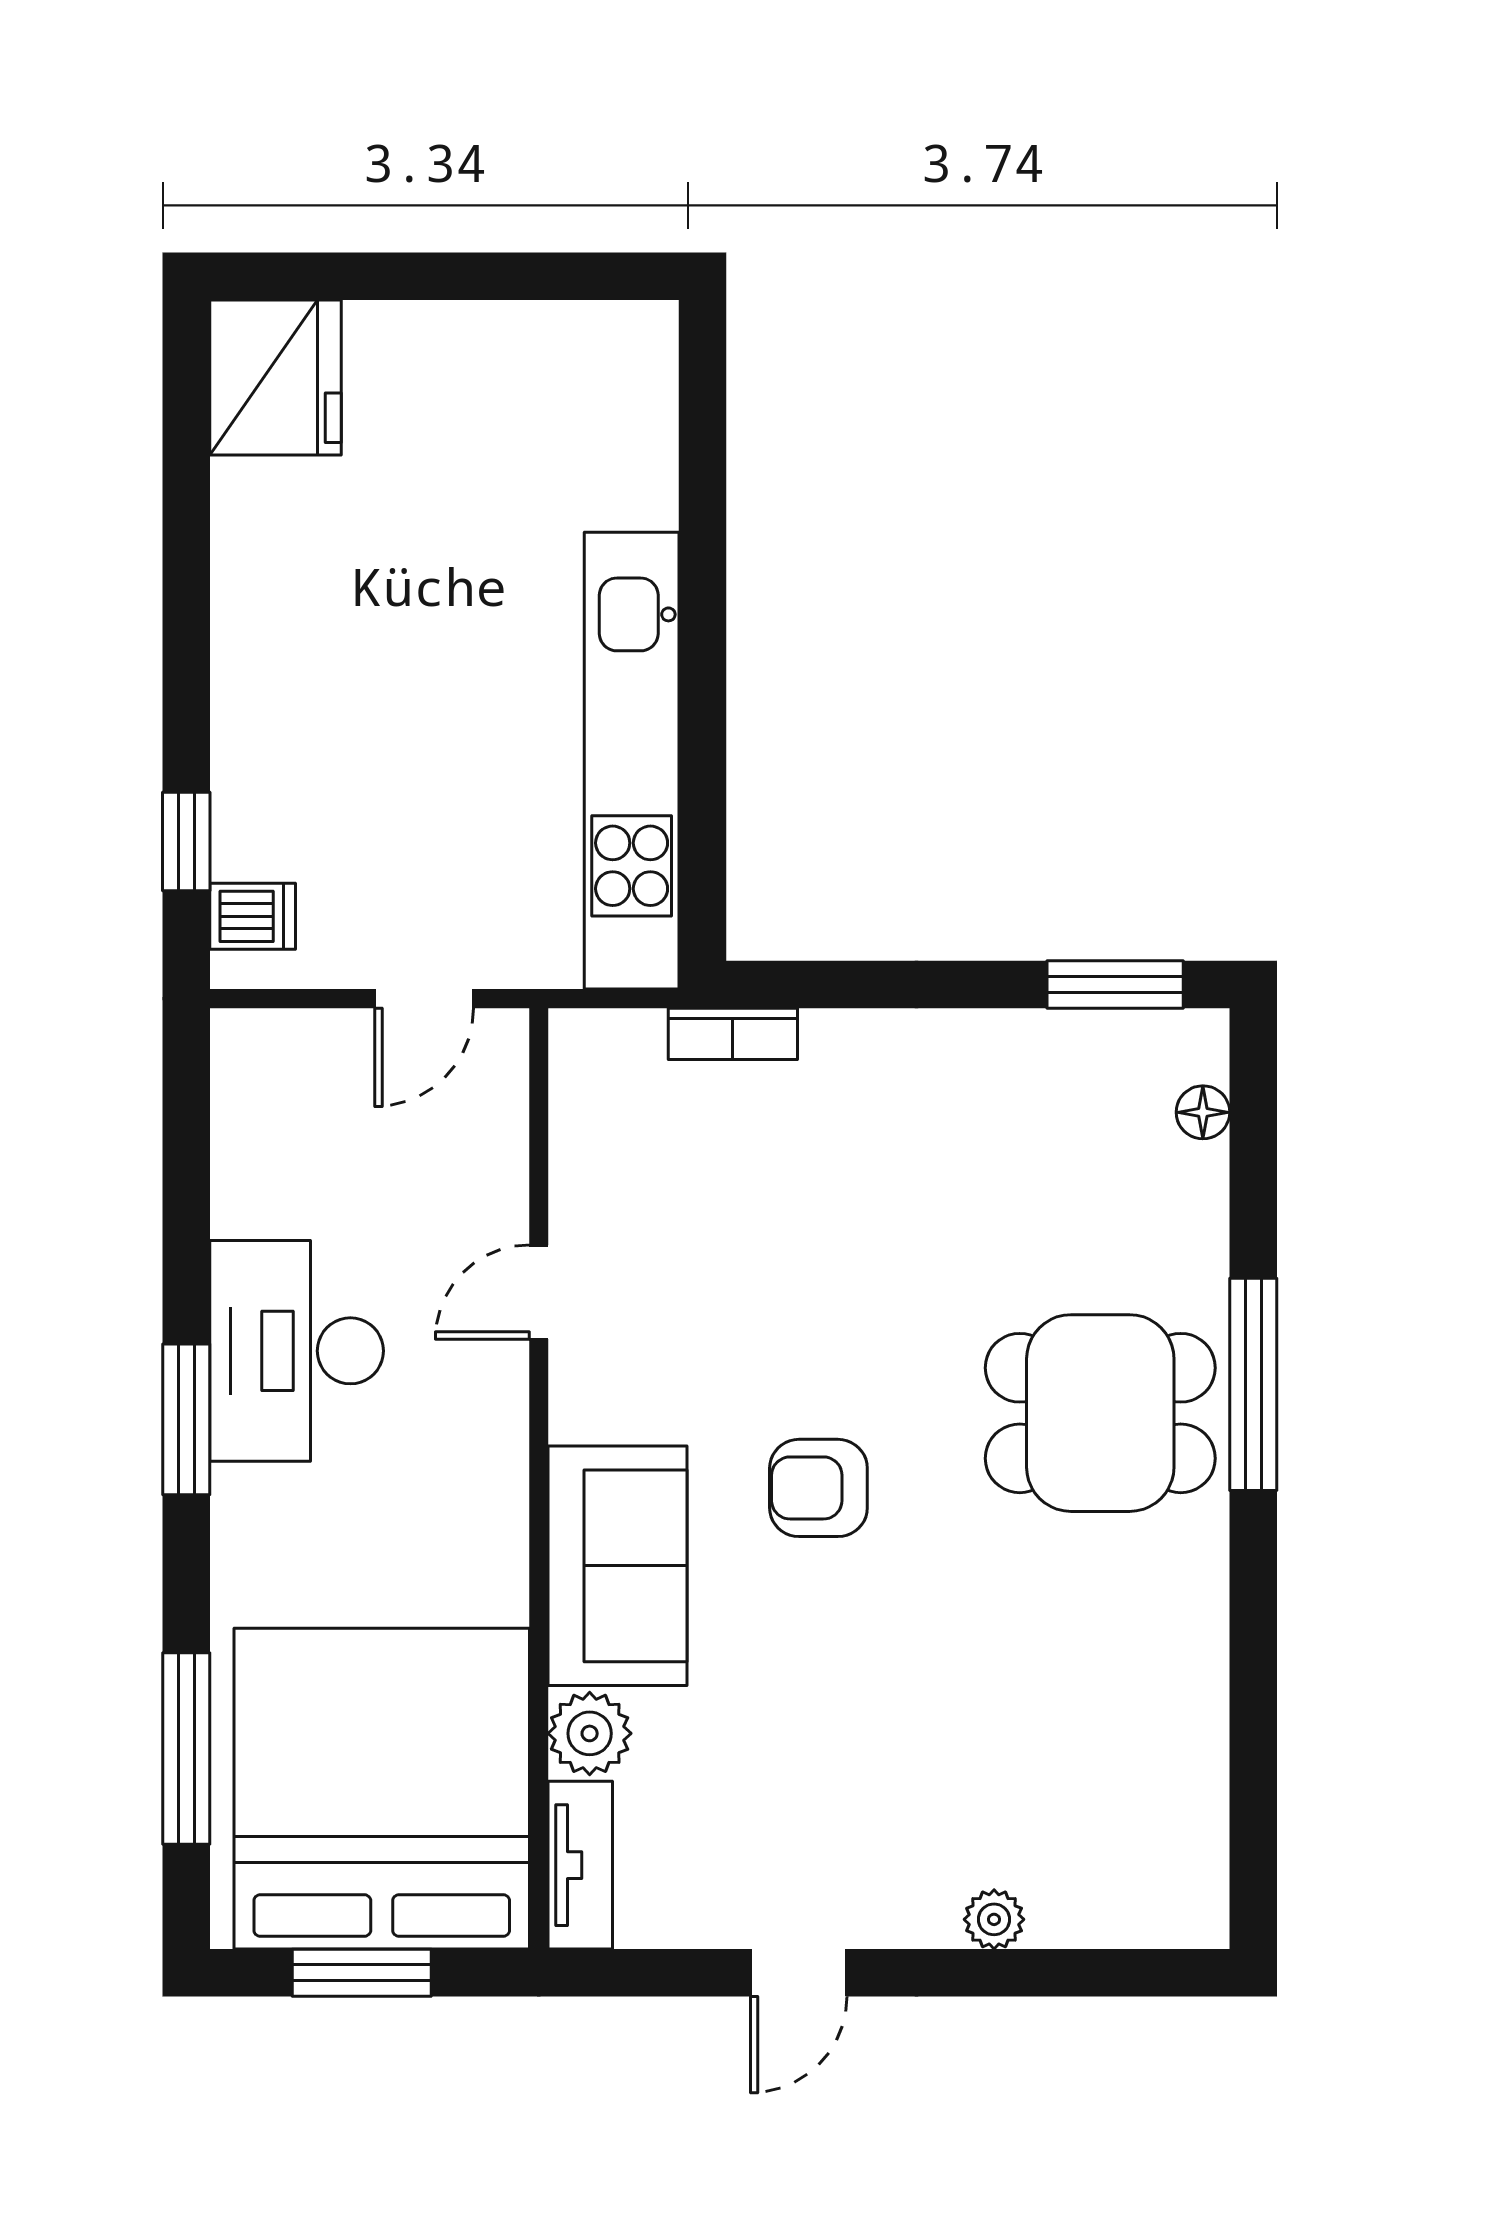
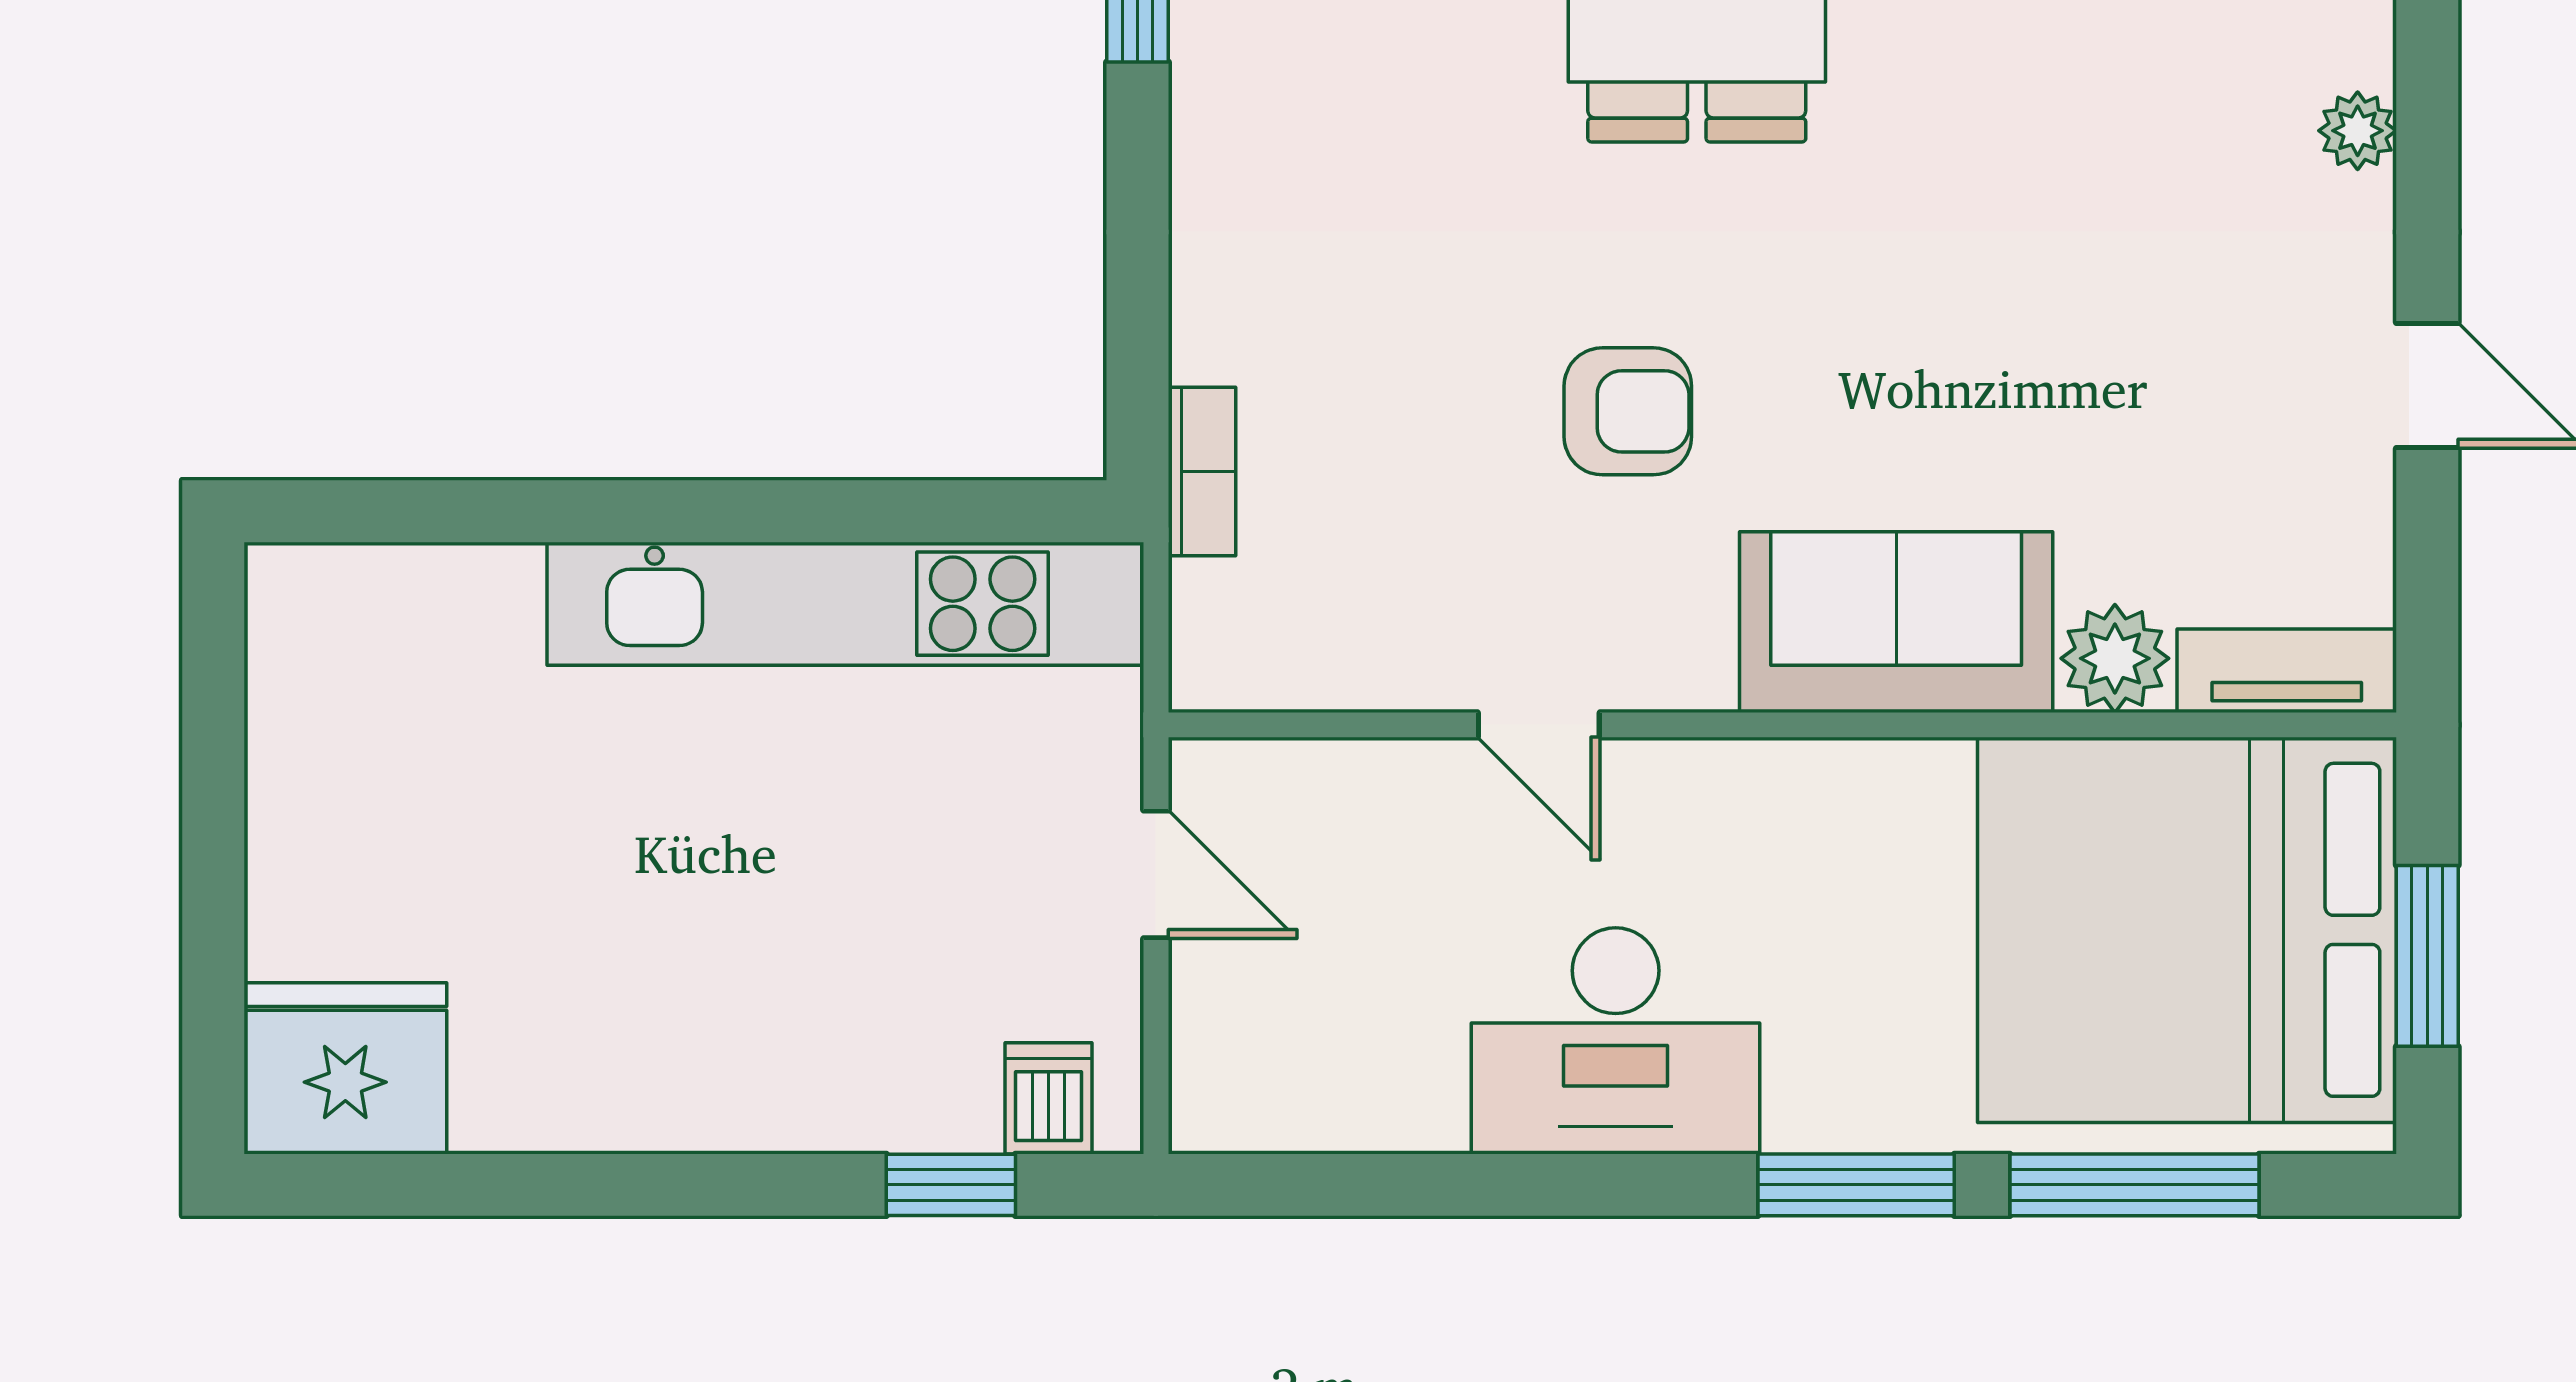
window: (186, 1419) -> (1856, 1185), moved
armchair: (818, 1488) -> (1628, 411), moved, turned -90

